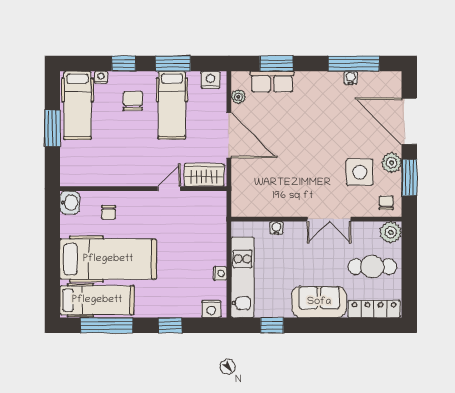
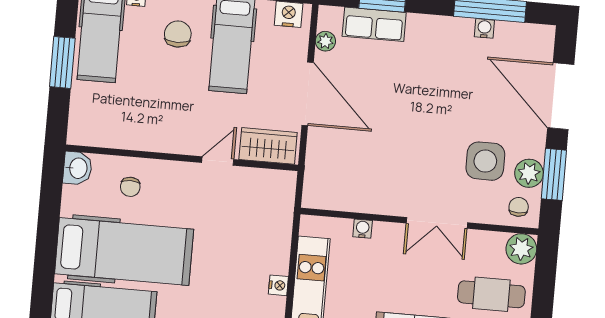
plant: (392, 163) -> (529, 173), moved

